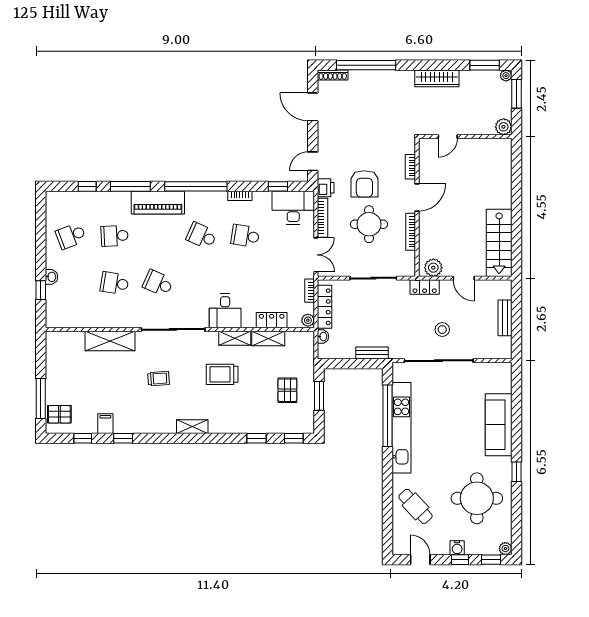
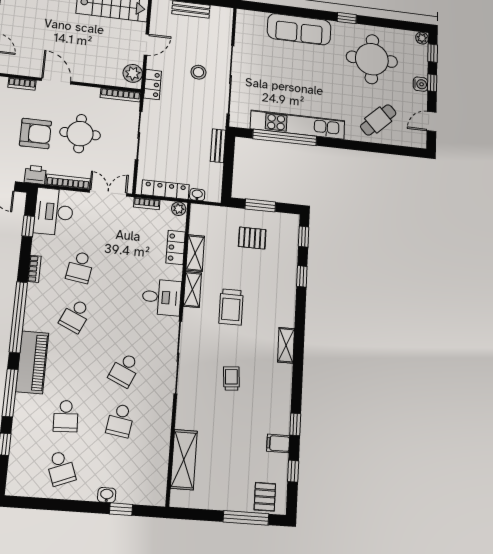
bookcase: (411, 232) -> (121, 95), moved
shelving: (110, 341) -> (184, 460), moved

